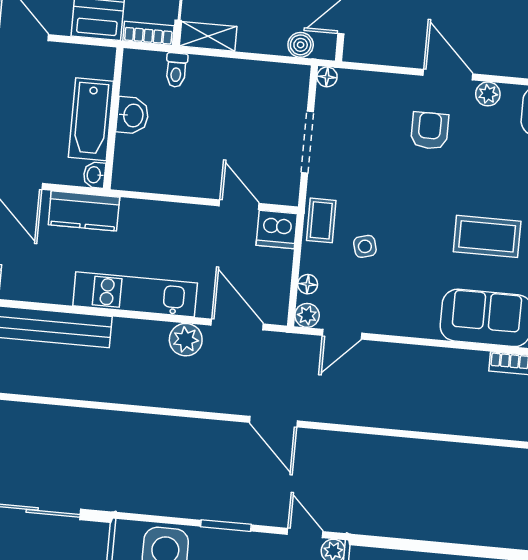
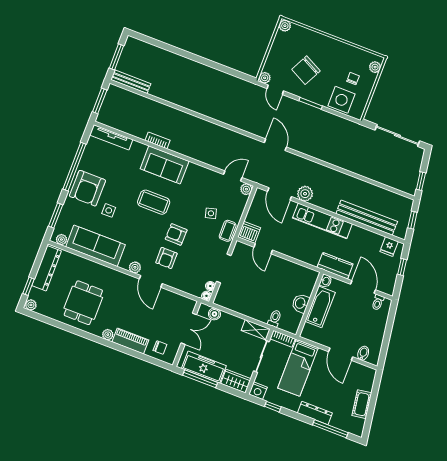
armchair: (423, 184) -> (176, 234), added
floor lamp: (308, 284) -> (210, 286), moved

